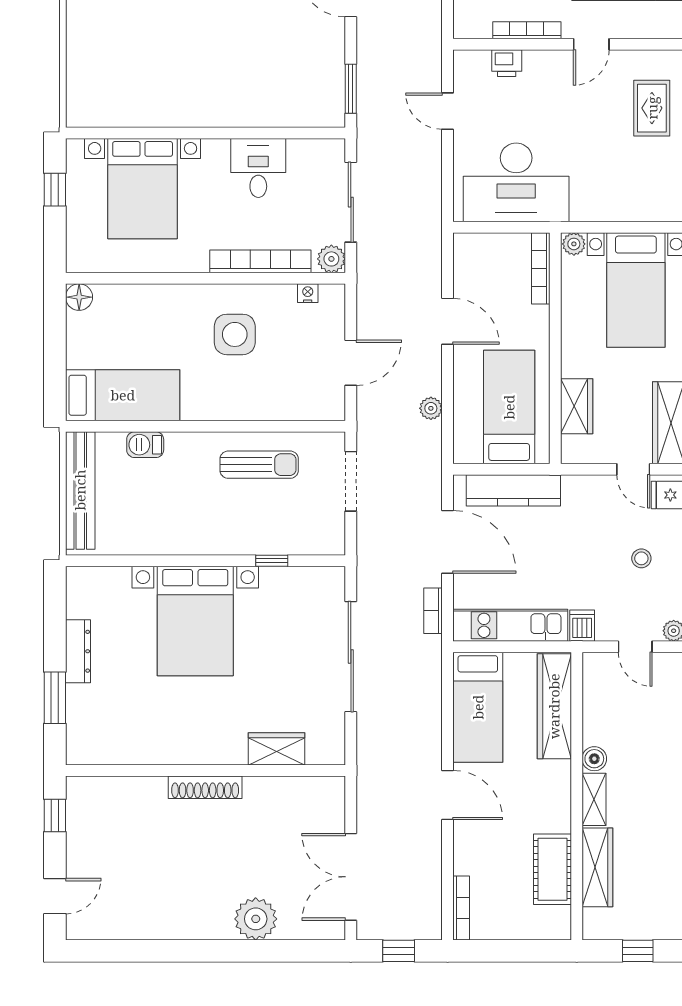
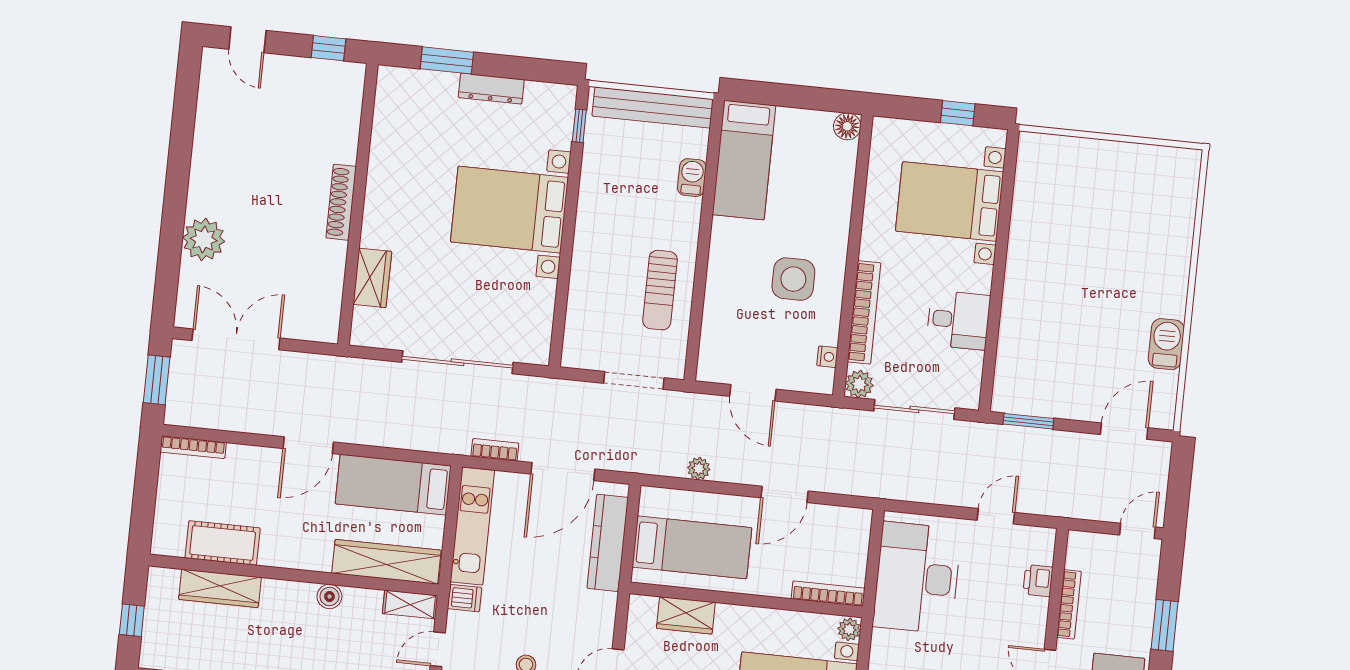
window: (272, 561) -> (579, 126), moved
shelving: (594, 799) -> (410, 604), moved
window: (399, 951) -> (157, 380), width x1.50

